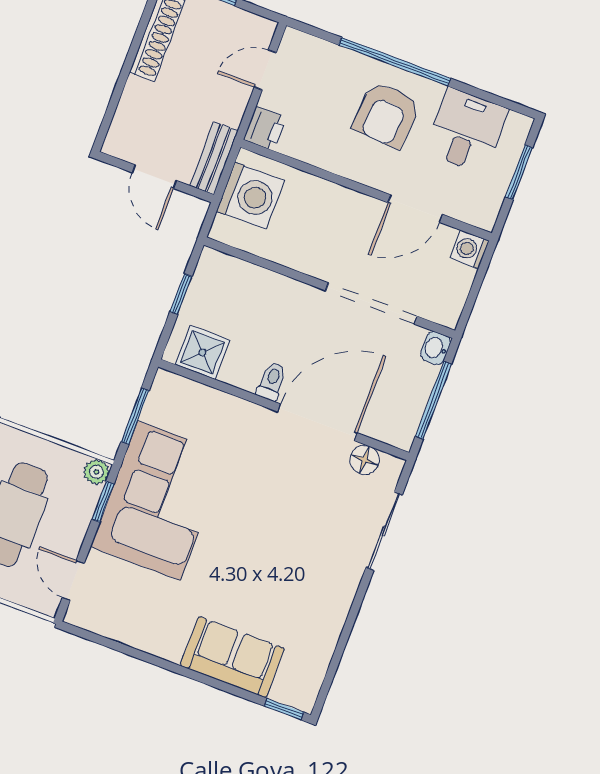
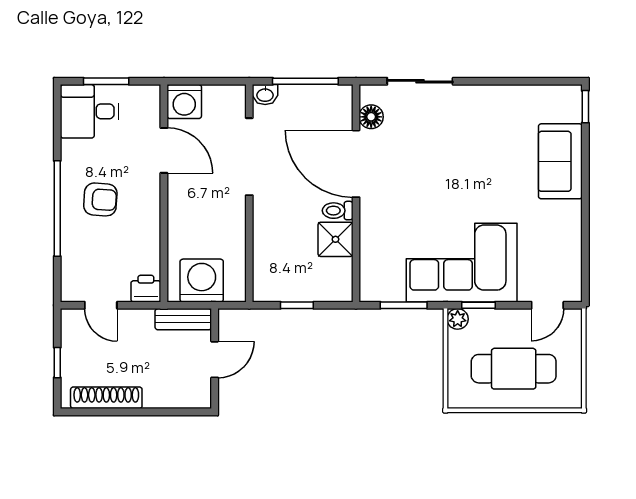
armchair: (386, 115) -> (100, 199), width x0.72, depth x0.72
desk: (466, 131) -> (89, 111), moved
washing machine: (470, 249) -> (184, 102), width x1.38, depth x1.38
shower: (202, 352) -> (335, 239), moved

